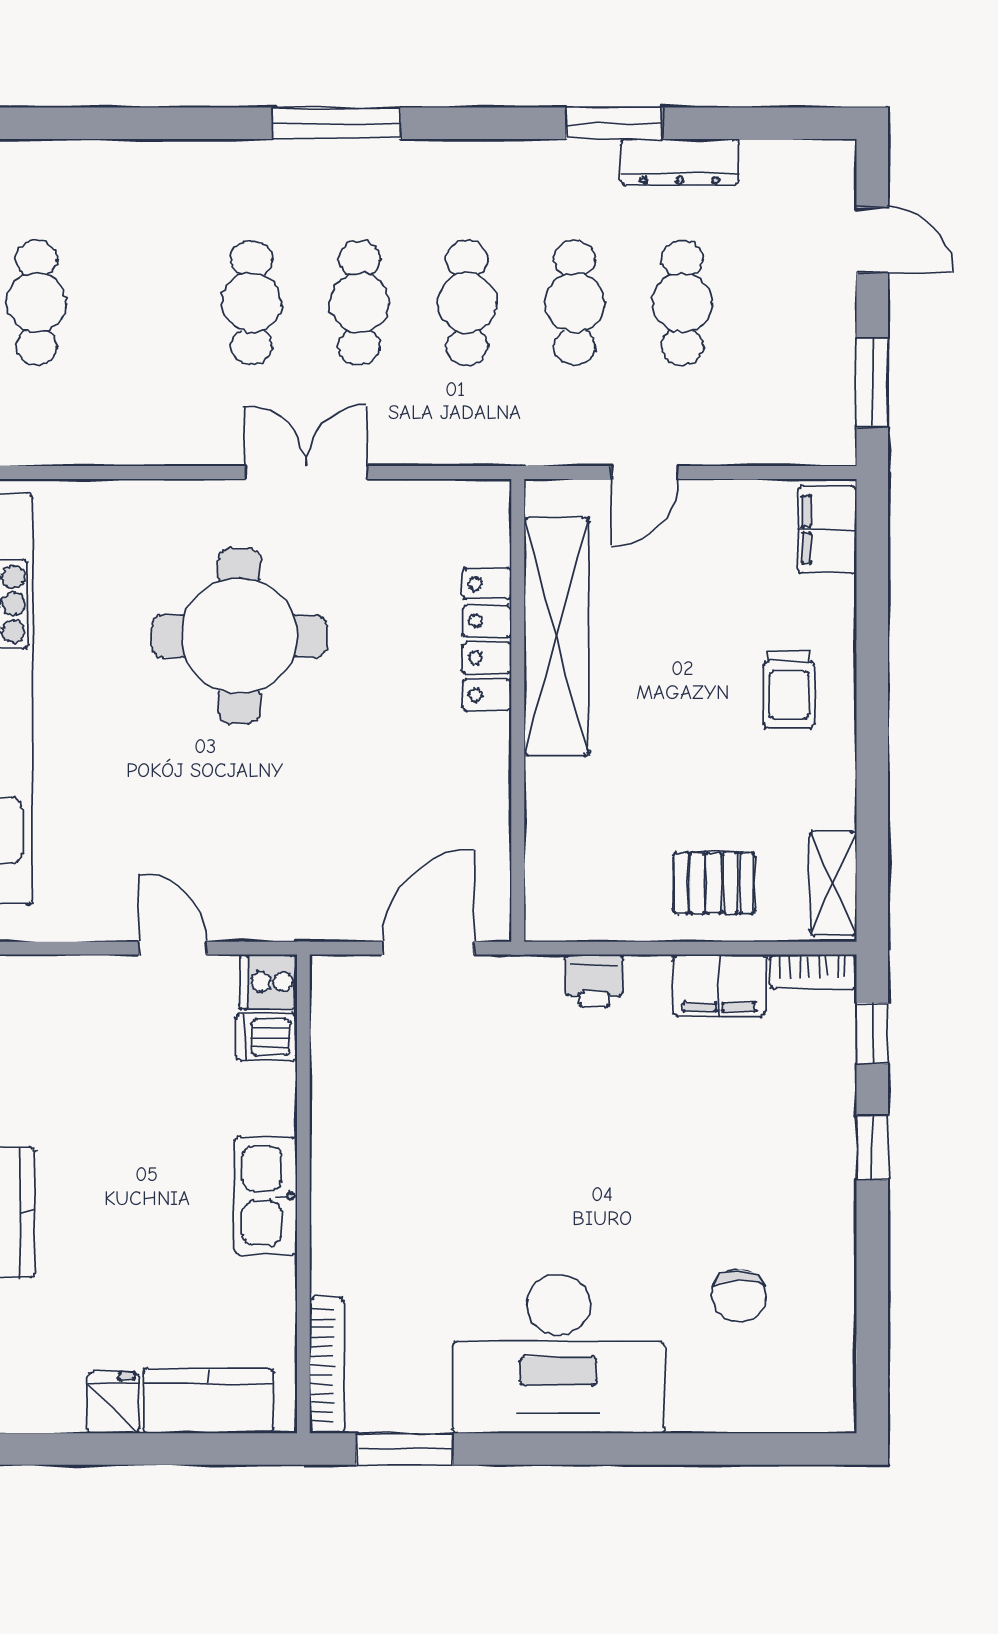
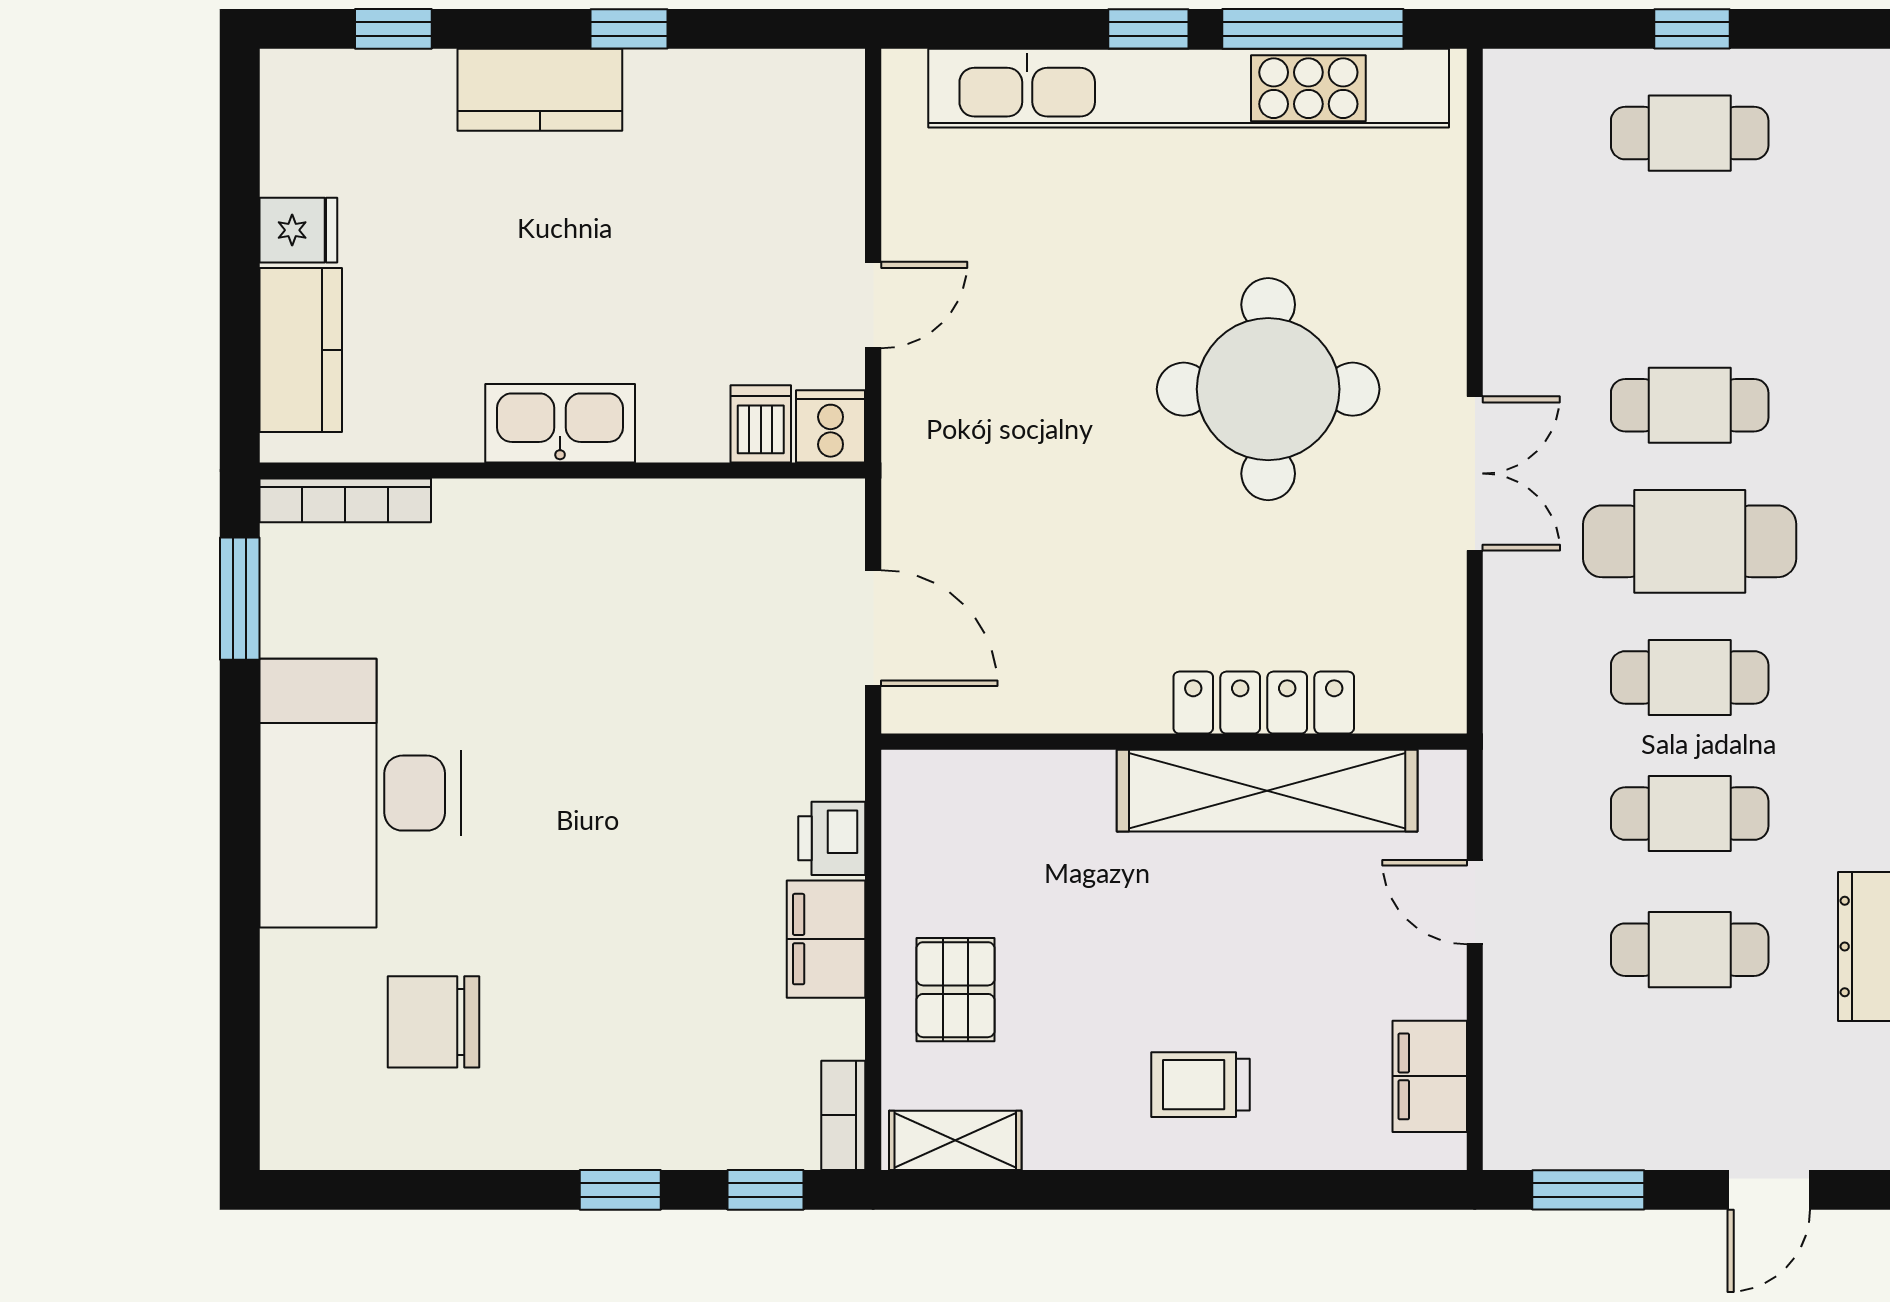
cafe table: (359, 303) -> (1690, 541), width x1.37, depth x1.35
filing cabinet: (827, 530) -> (1430, 1076), moved, turned -90
filing cabinet: (719, 985) -> (826, 939), moved
chair: (739, 1296) -> (433, 1022), width x1.37, depth x1.37

